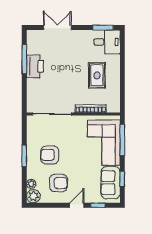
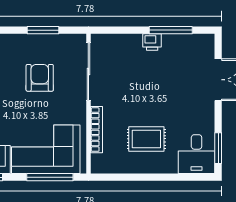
printer: (35, 66) -> (152, 42), width x0.53, depth x0.68
armchair: (50, 155) -> (40, 78), moved
window: (24, 156) -> (43, 30), moved

